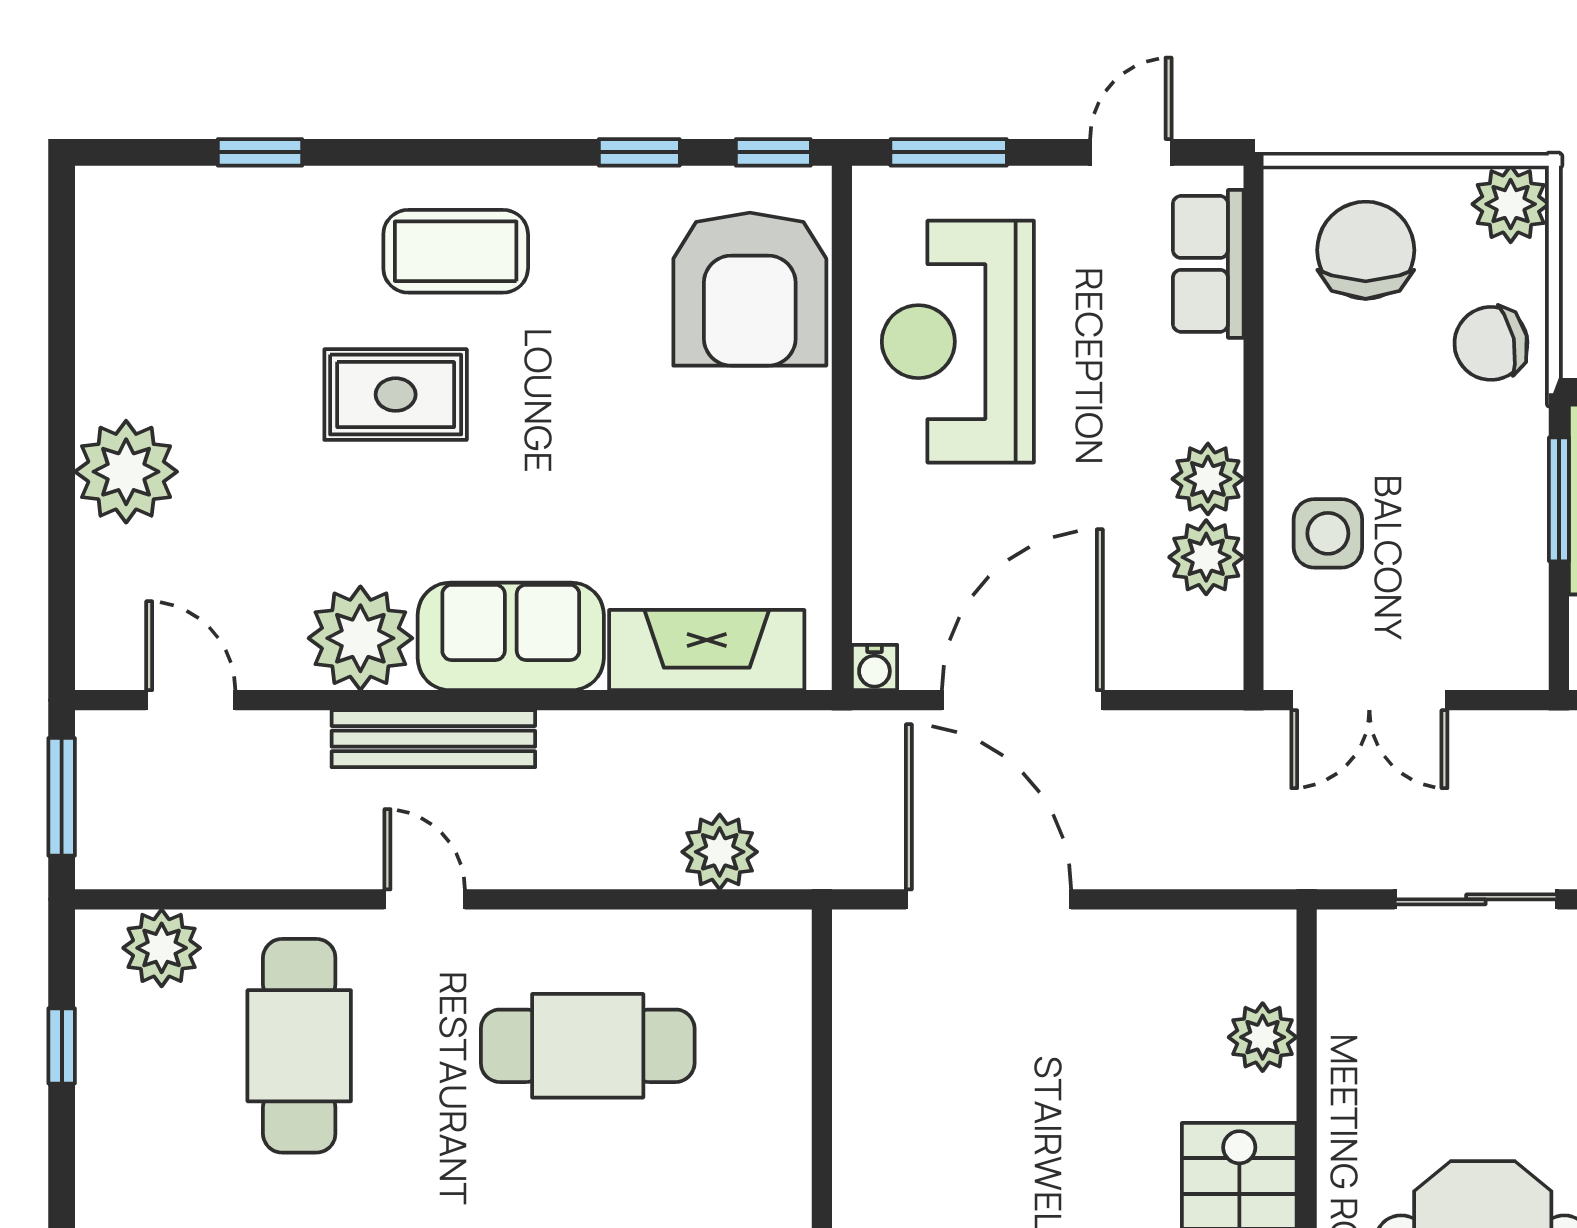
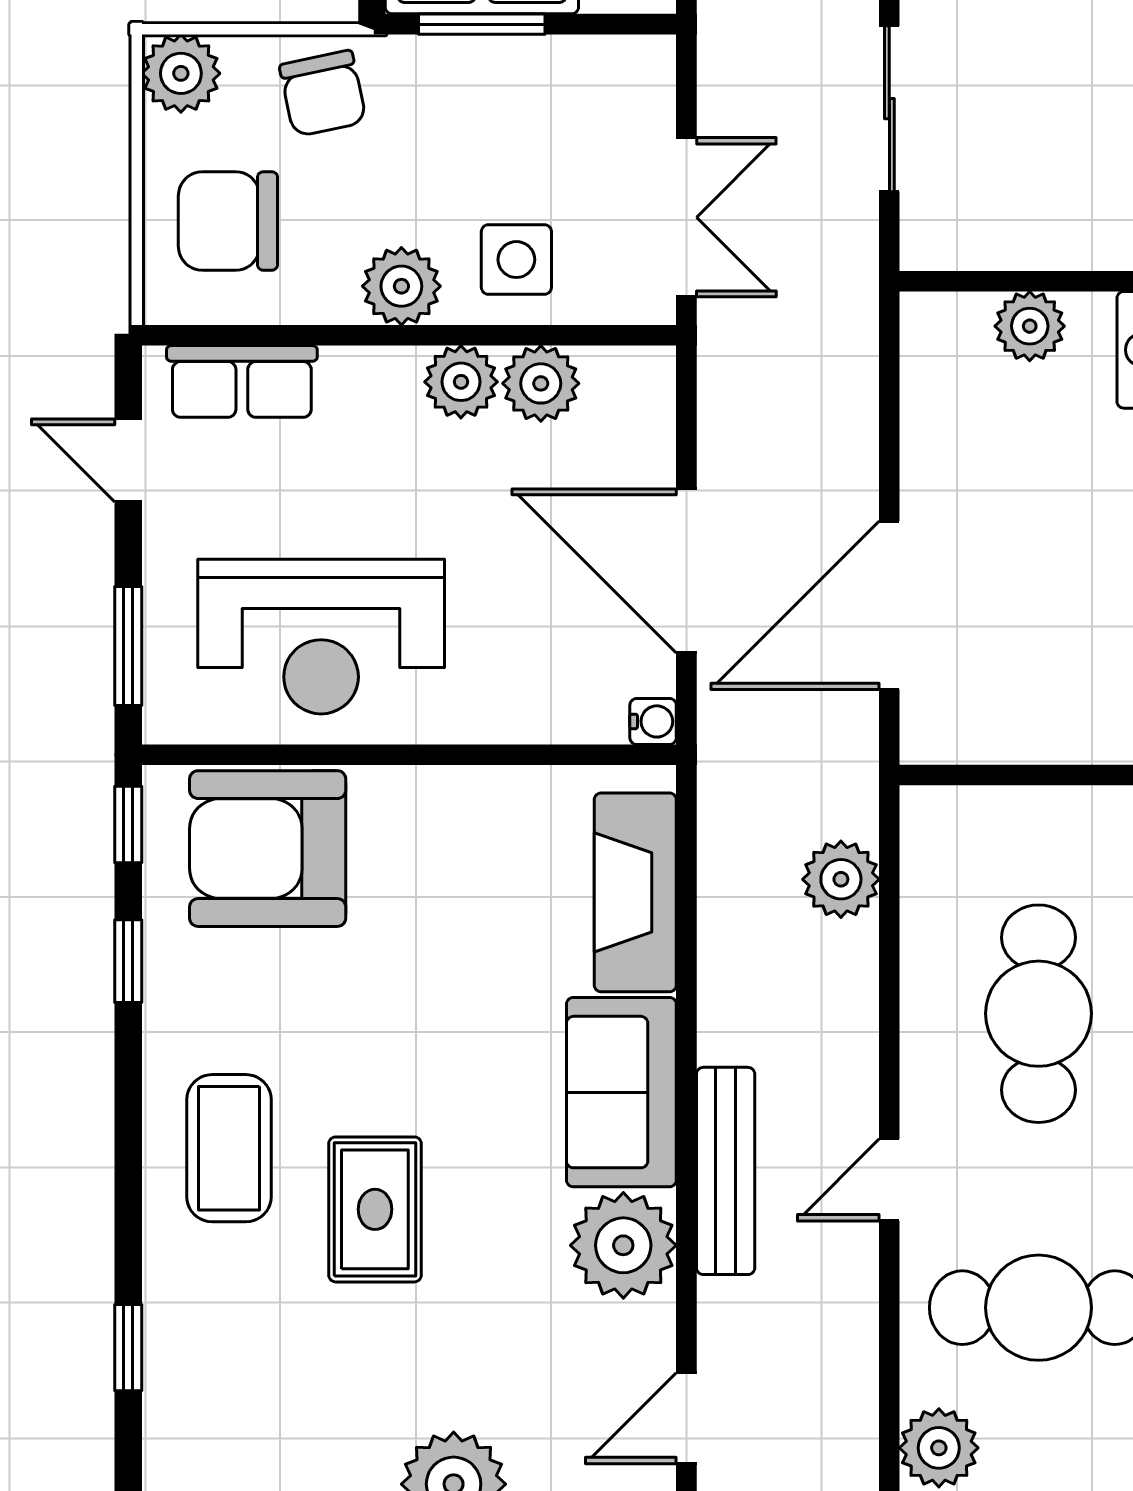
armchair: (750, 289) -> (268, 849), turned 180
plant: (1302, 420) -> (401, 286), added

